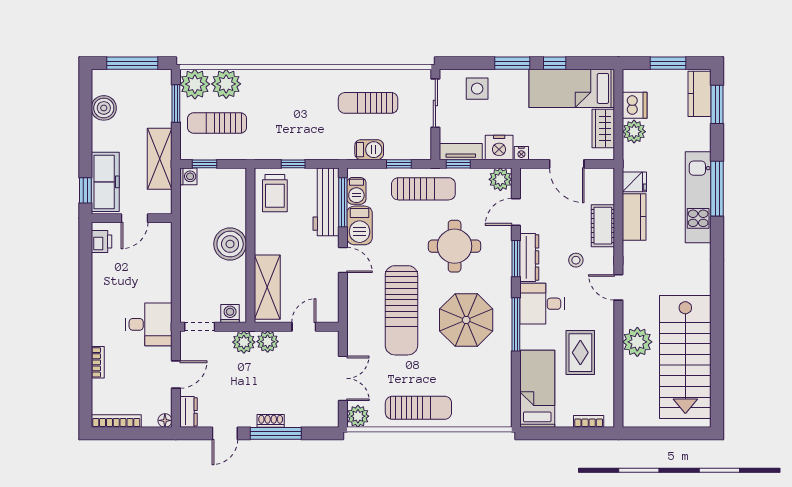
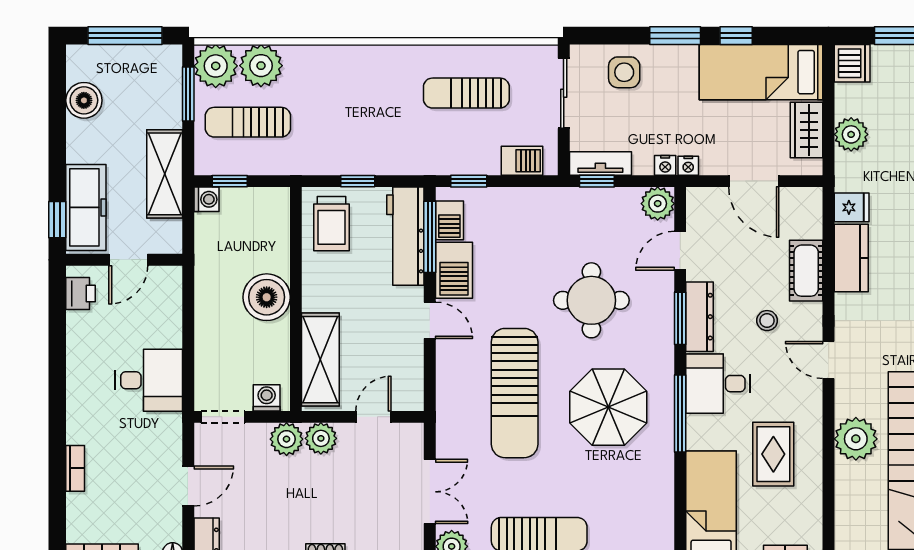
dishwasher: (635, 105) -> (852, 63), moved
nightstand: (499, 147) -> (665, 165), width x0.53, depth x0.56
barbecue: (369, 150) -> (522, 161), moved
window: (399, 164) -> (469, 181), moved
sun lounger: (423, 189) -> (546, 217), removed
desk: (149, 324) -> (149, 380), moved

